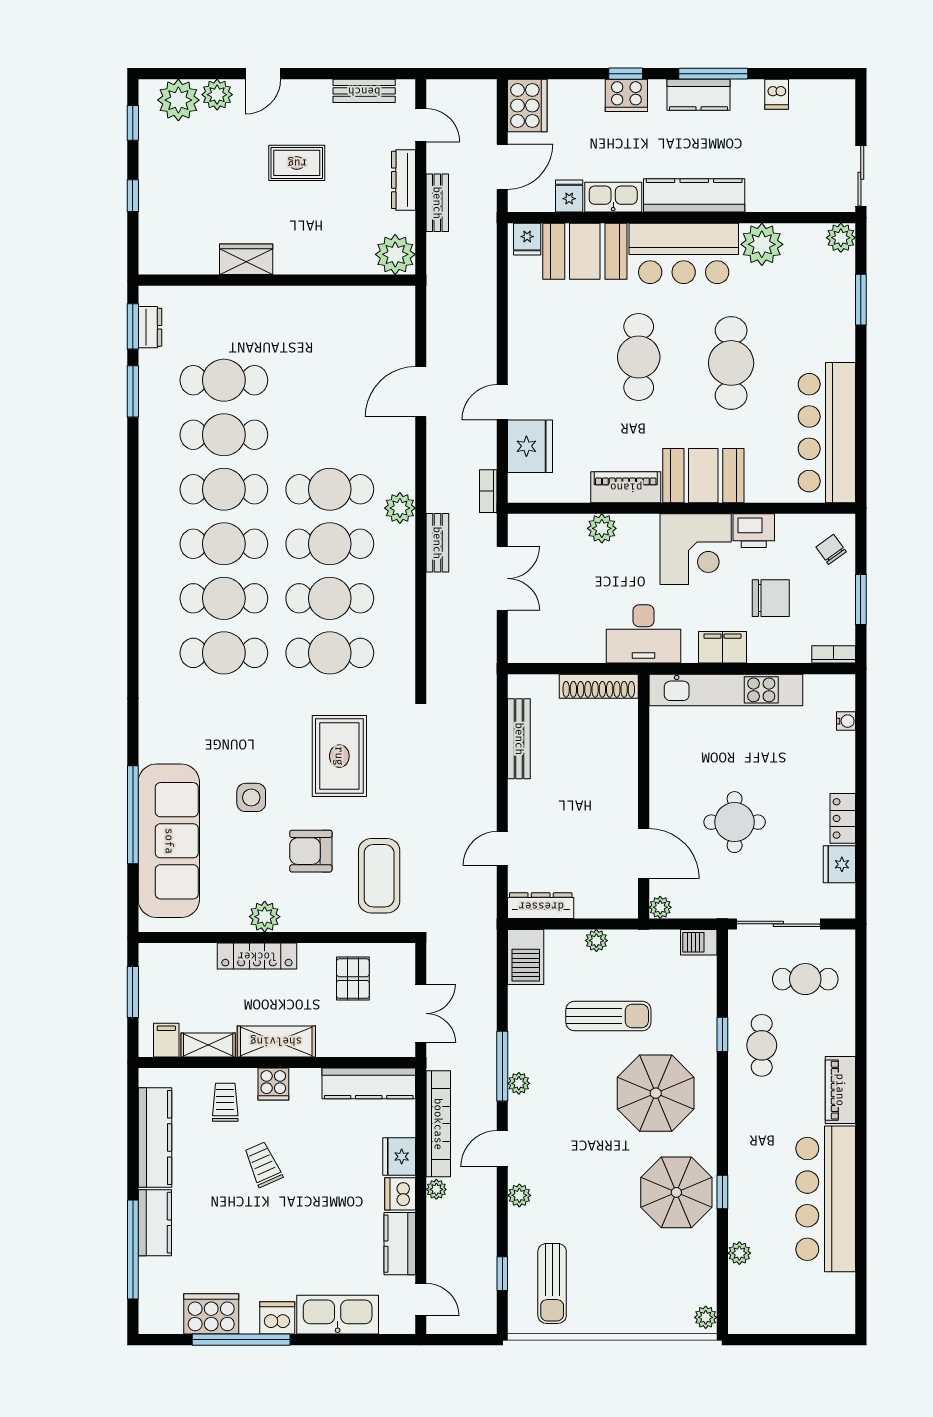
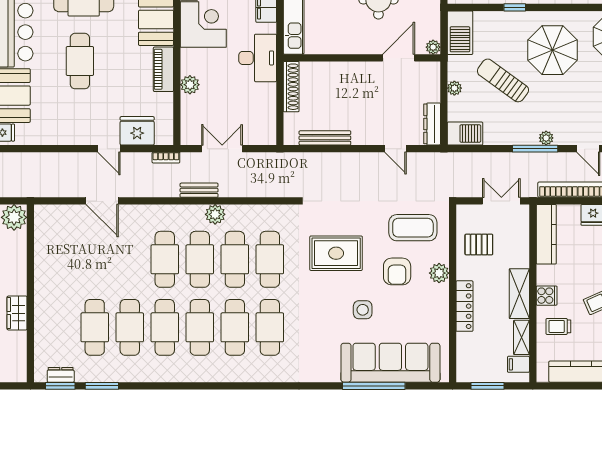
cafe table: (639, 357) -> (80, 61), turned 90
plant: (400, 508) -> (215, 214), moved
plant: (265, 917) -> (439, 273), moved
barbecue: (699, 942) -> (460, 33), width x1.88, depth x1.53
sun lounger: (608, 1016) -> (503, 80), turned -54

